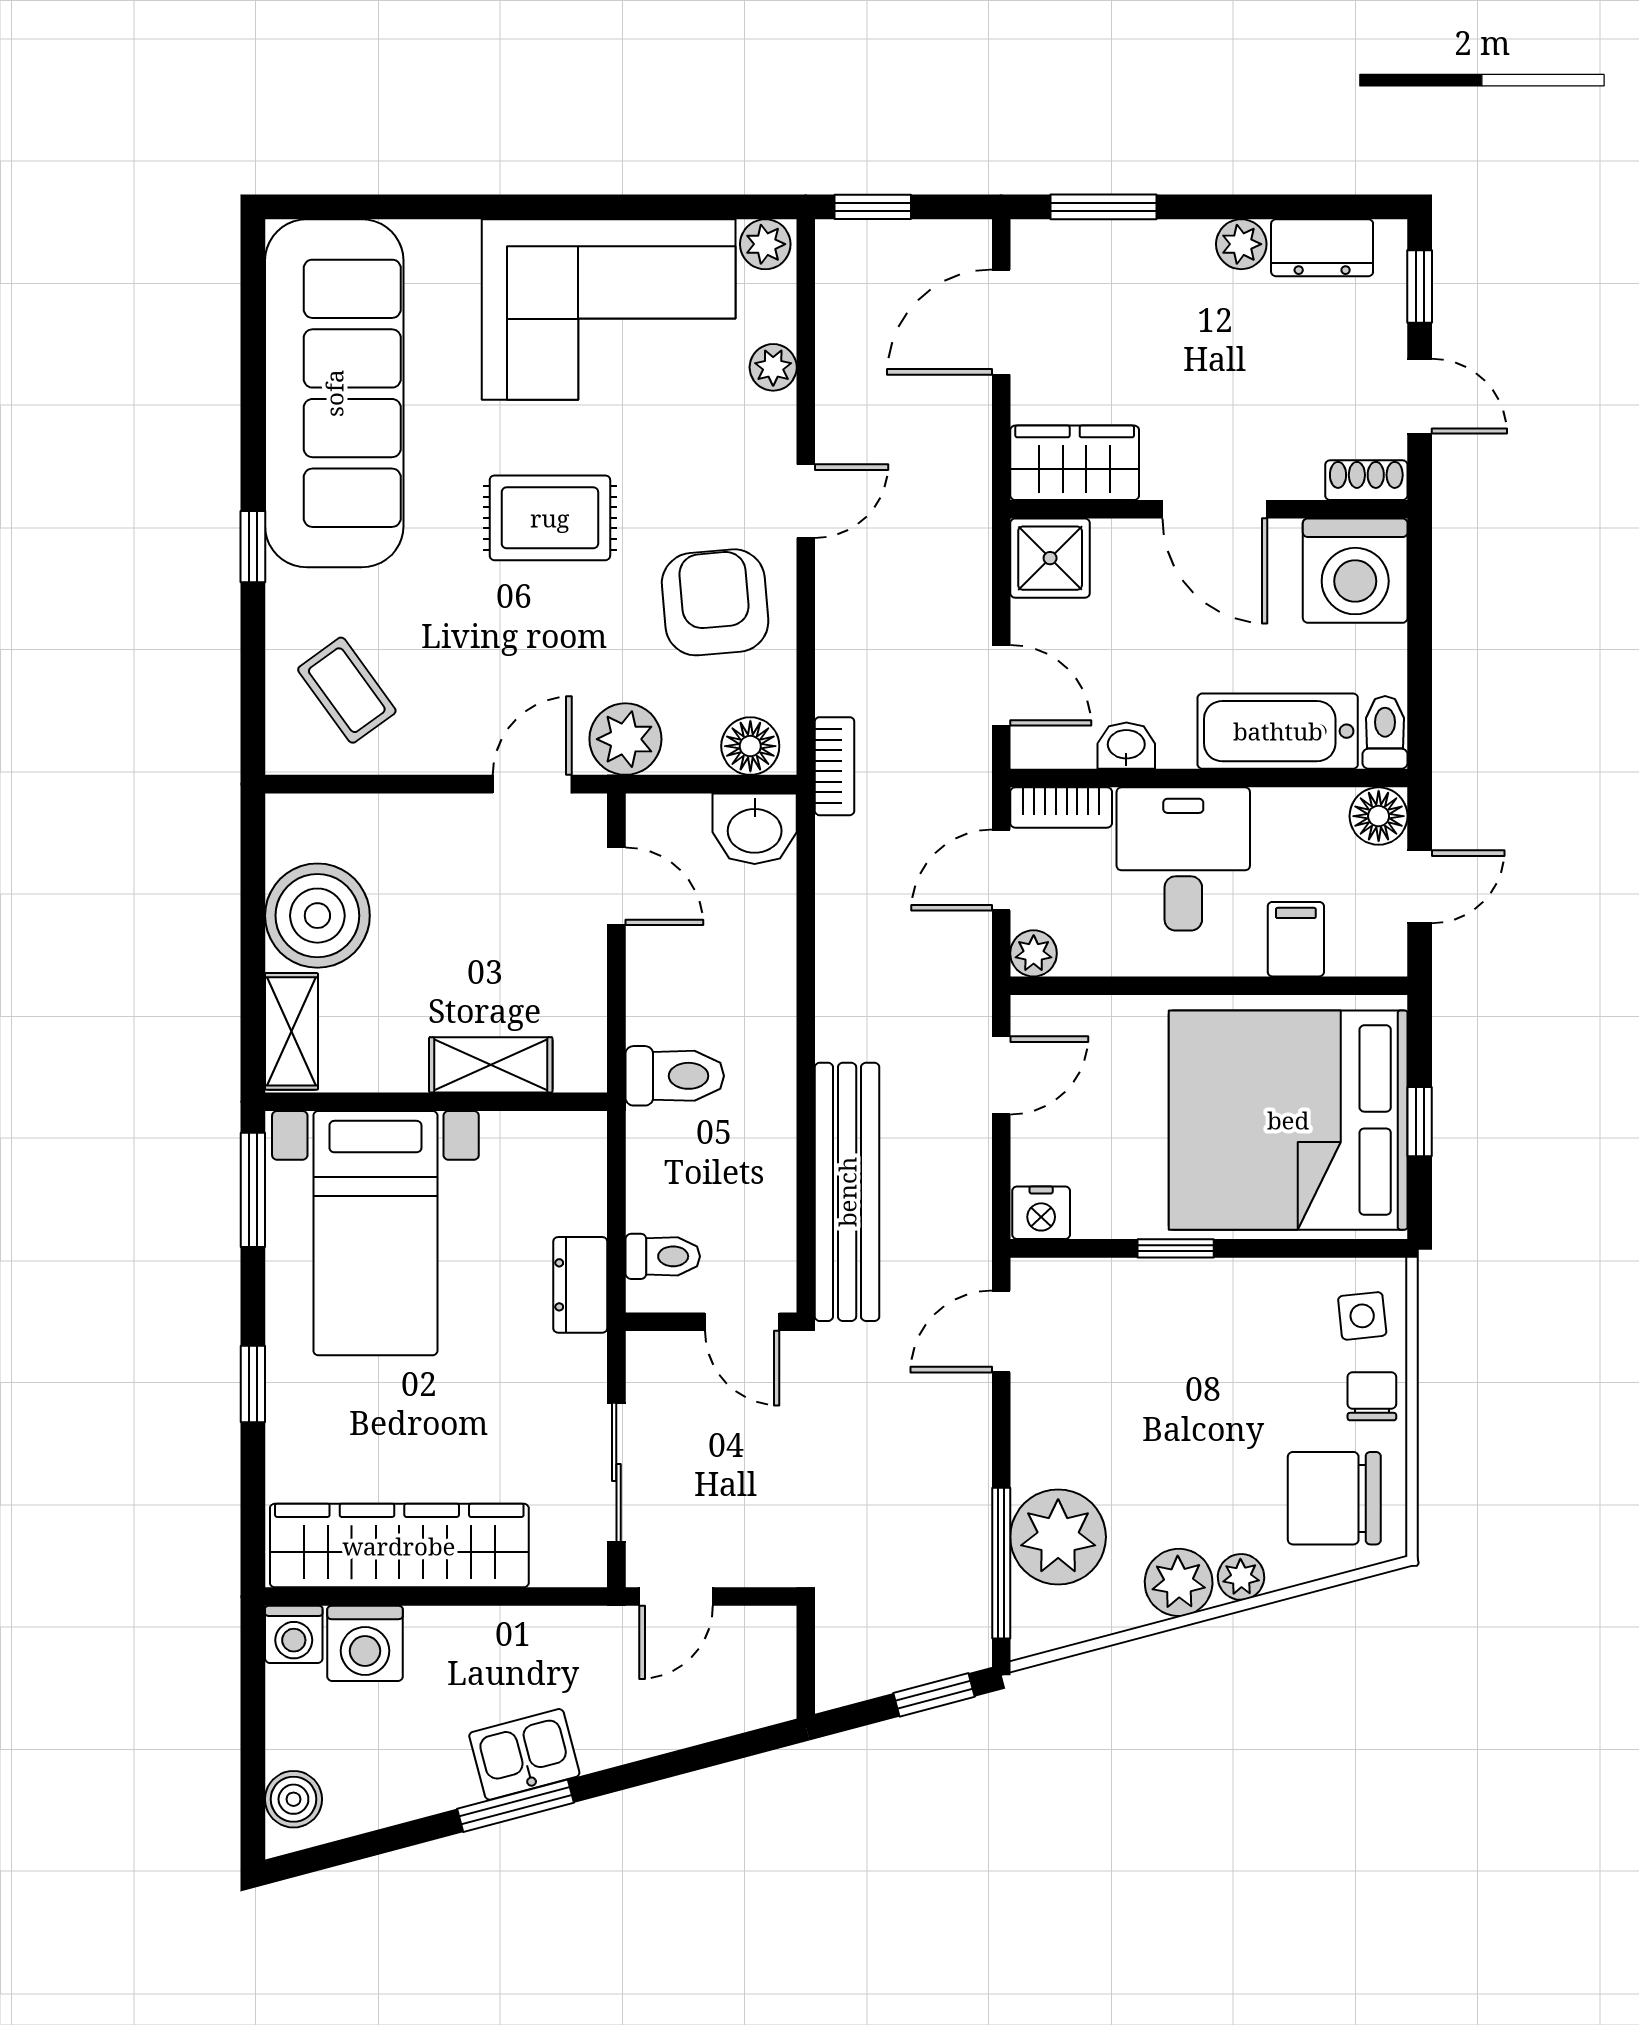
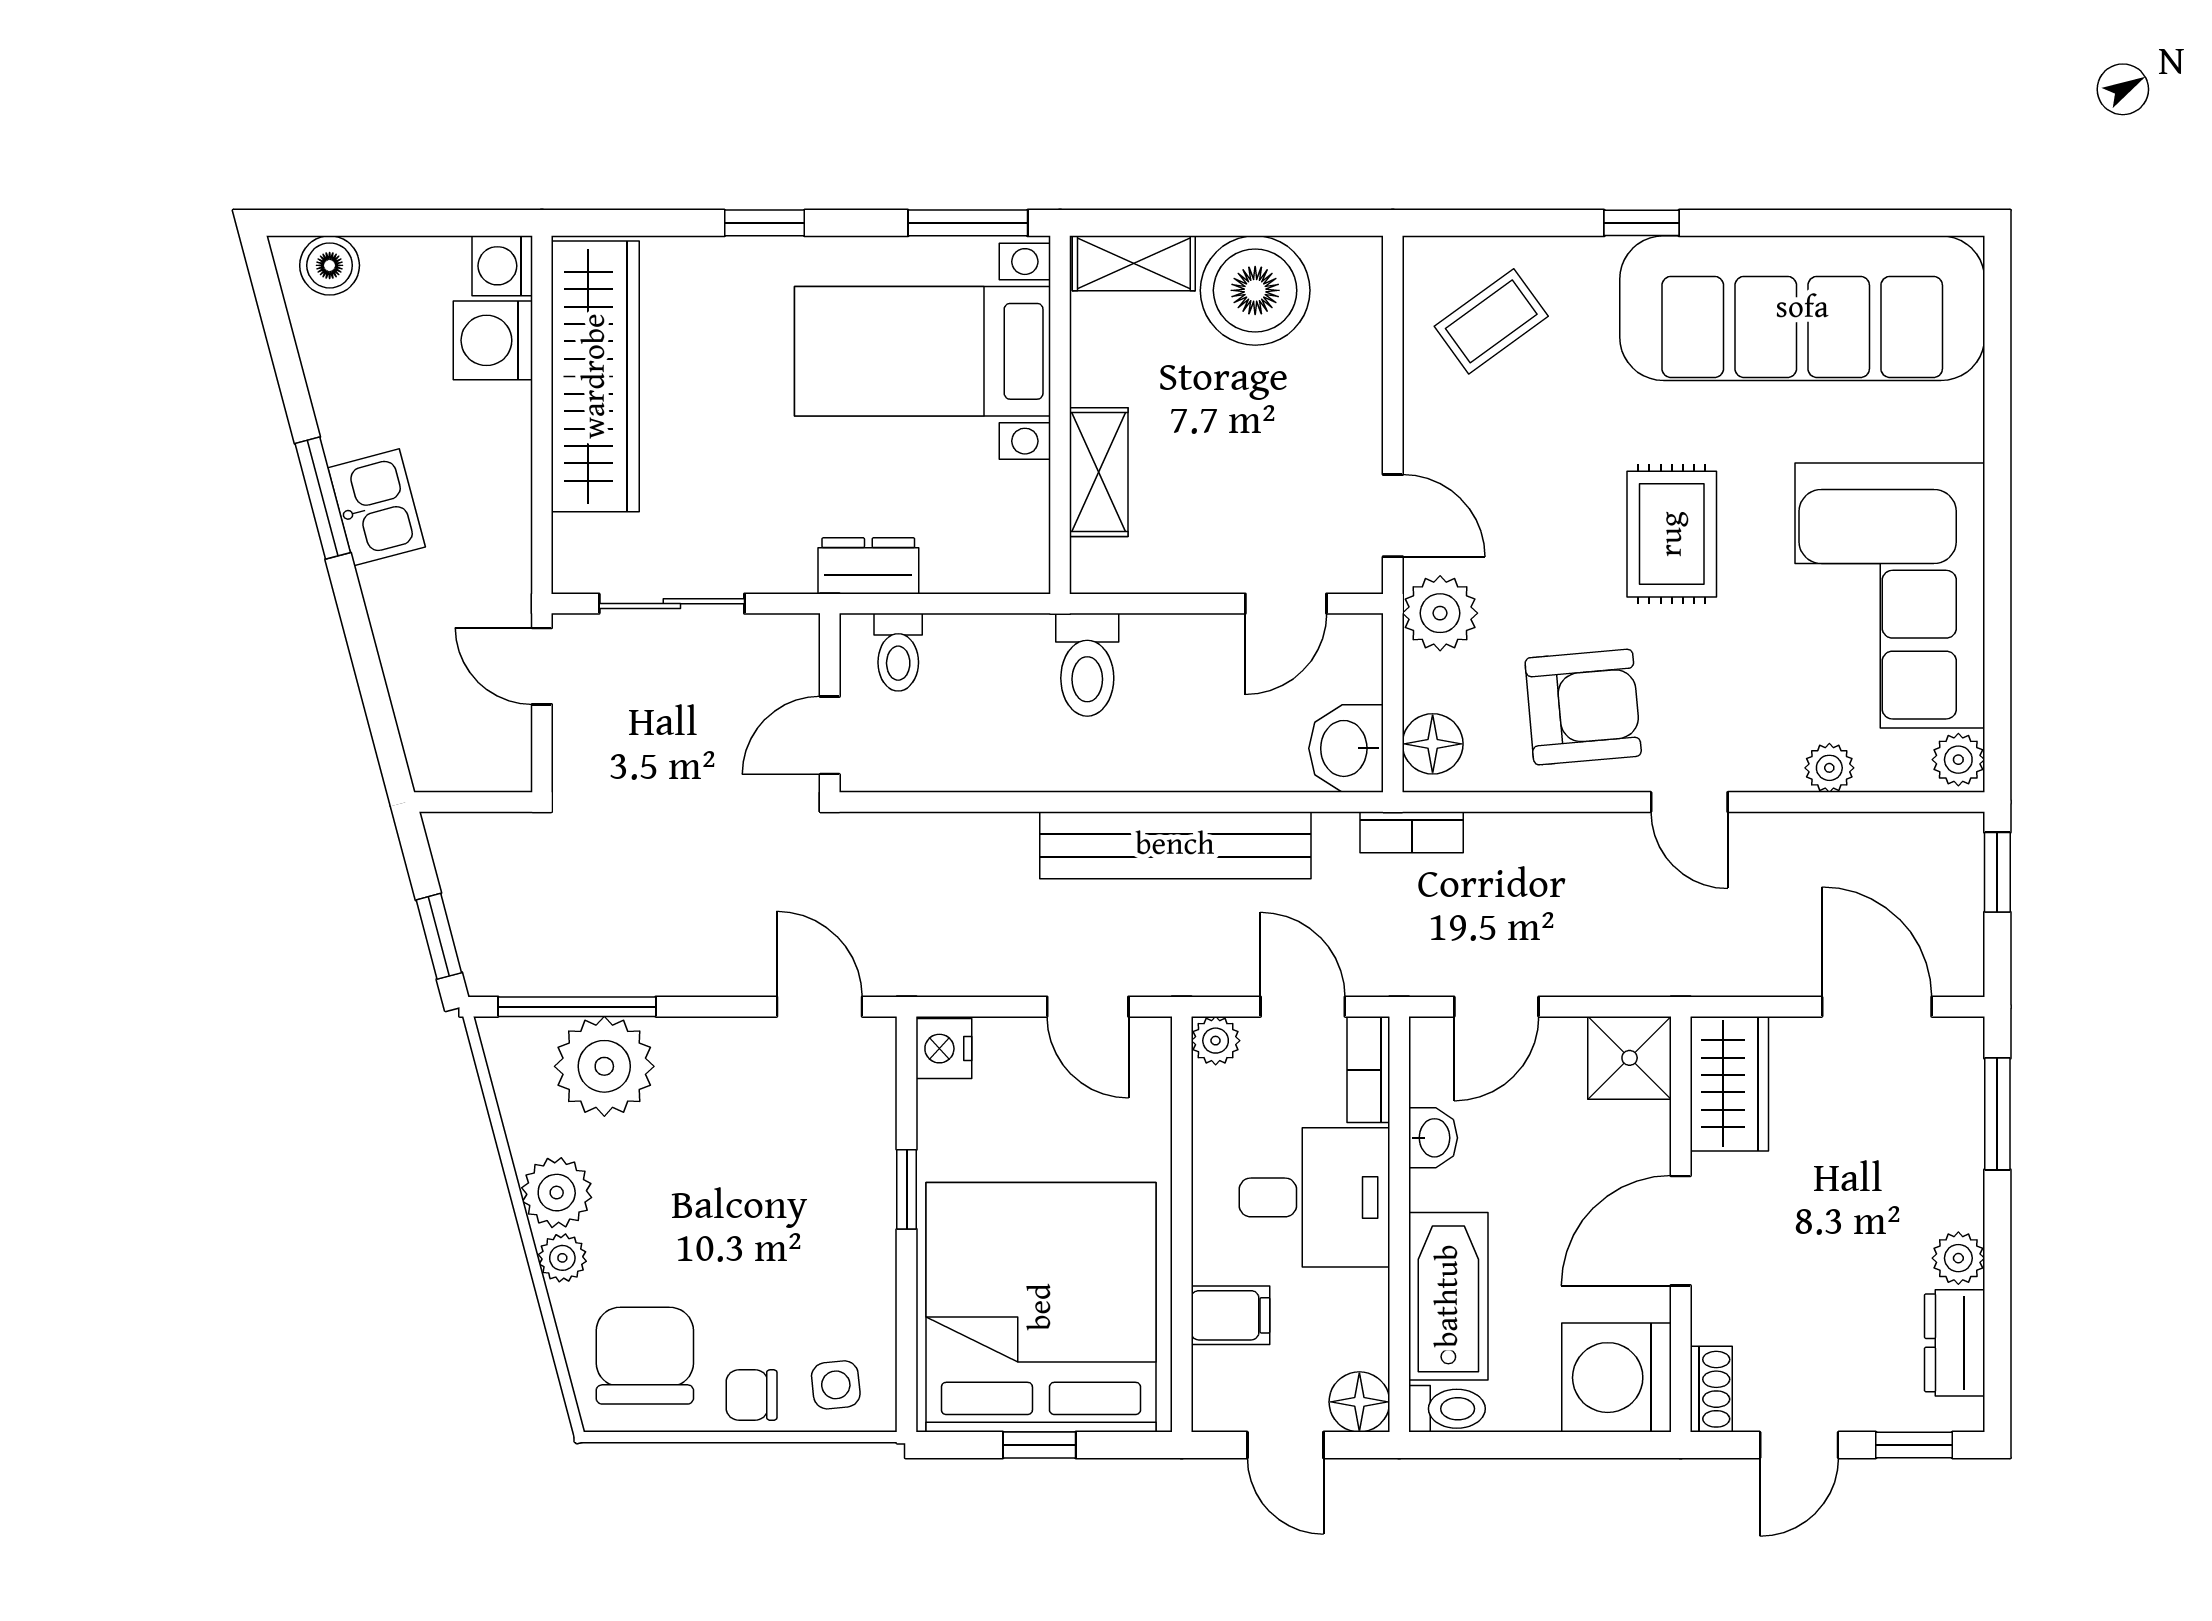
bench: (847, 1192) -> (1175, 845), moved
chair: (1372, 1396) -> (752, 1395), turned 180

